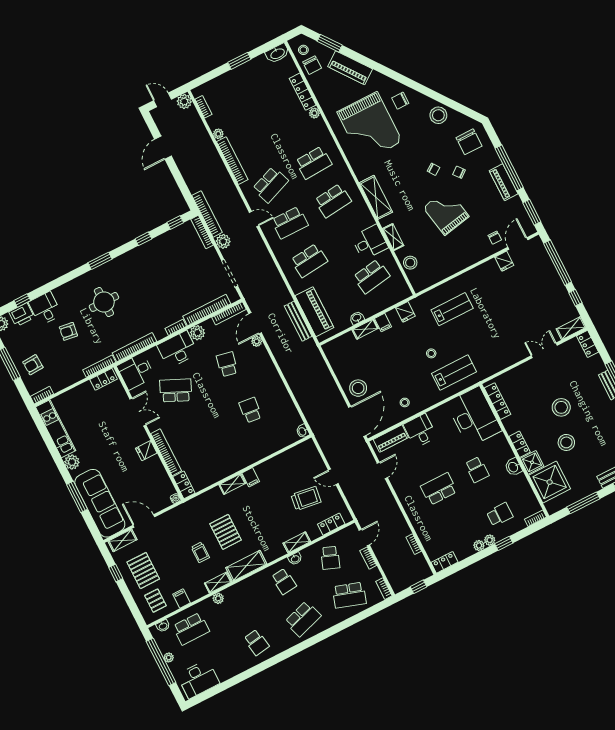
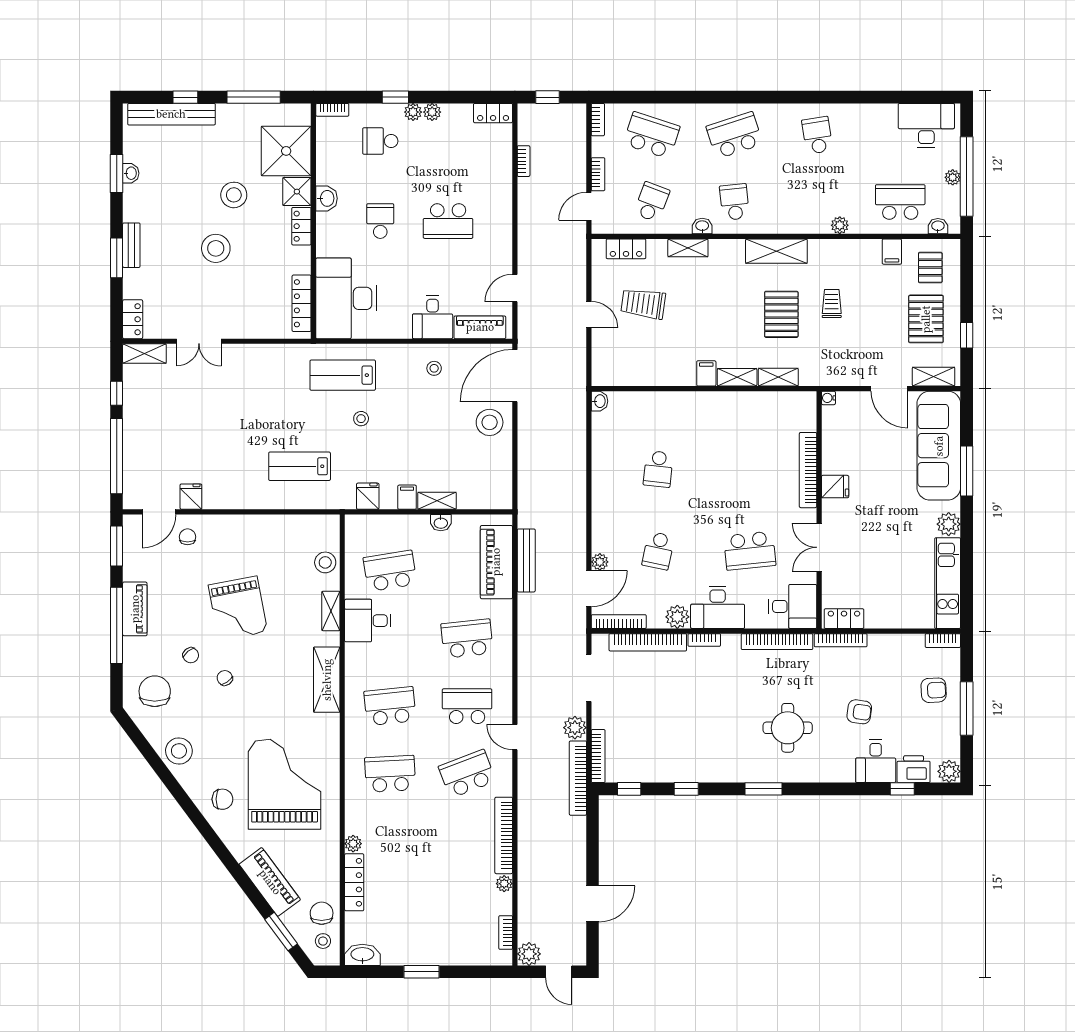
school desk: (176, 390) -> (750, 551), turned -30
locker: (184, 485) -> (807, 411), removed
shelving: (218, 583) -> (778, 377), moved

